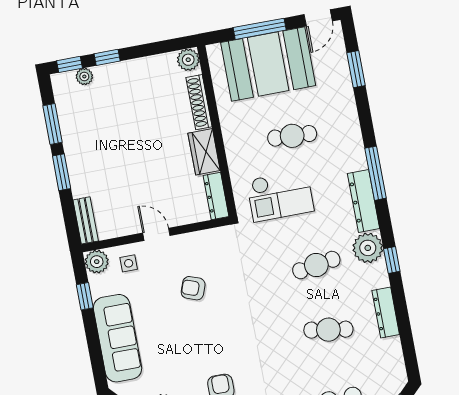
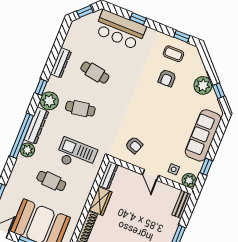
plant: (354, 158) -> (27, 150), added
window: (376, 173) -> (22, 136), width x1.46
armchair: (193, 288) -> (134, 145), moved

